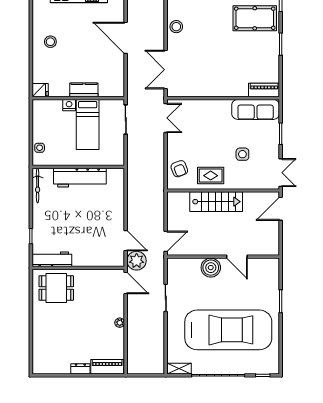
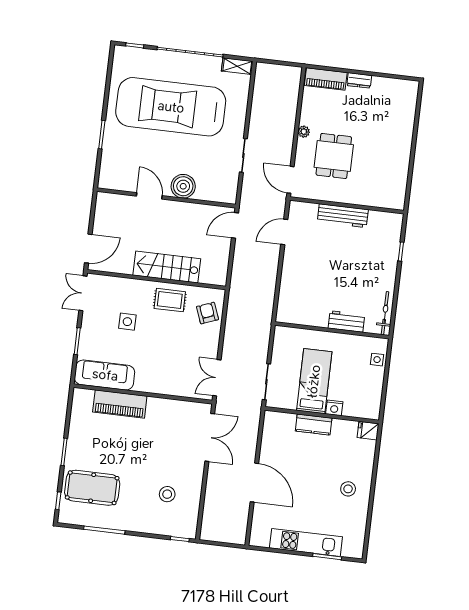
stool: (176, 27) -> (167, 494), moved
piano: (264, 90) -> (120, 404), moved, width x1.37, depth x1.33
workbench: (80, 178) -> (346, 321), width x0.53, depth x0.76
door: (126, 241) -> (284, 232), hinge flipped
workbench: (52, 259) -> (343, 216), moved
plant: (137, 261) -> (274, 206), removed
dining table: (56, 288) -> (334, 156), moved, turned 90

